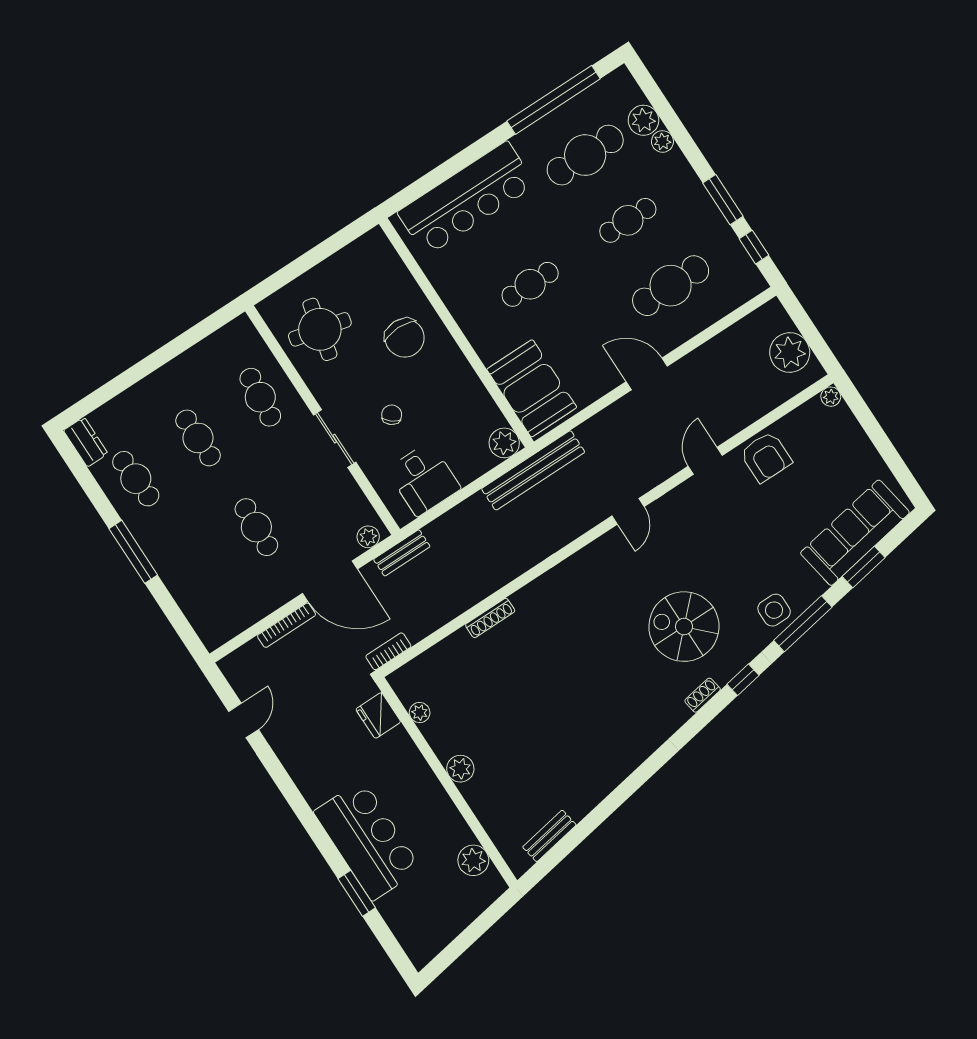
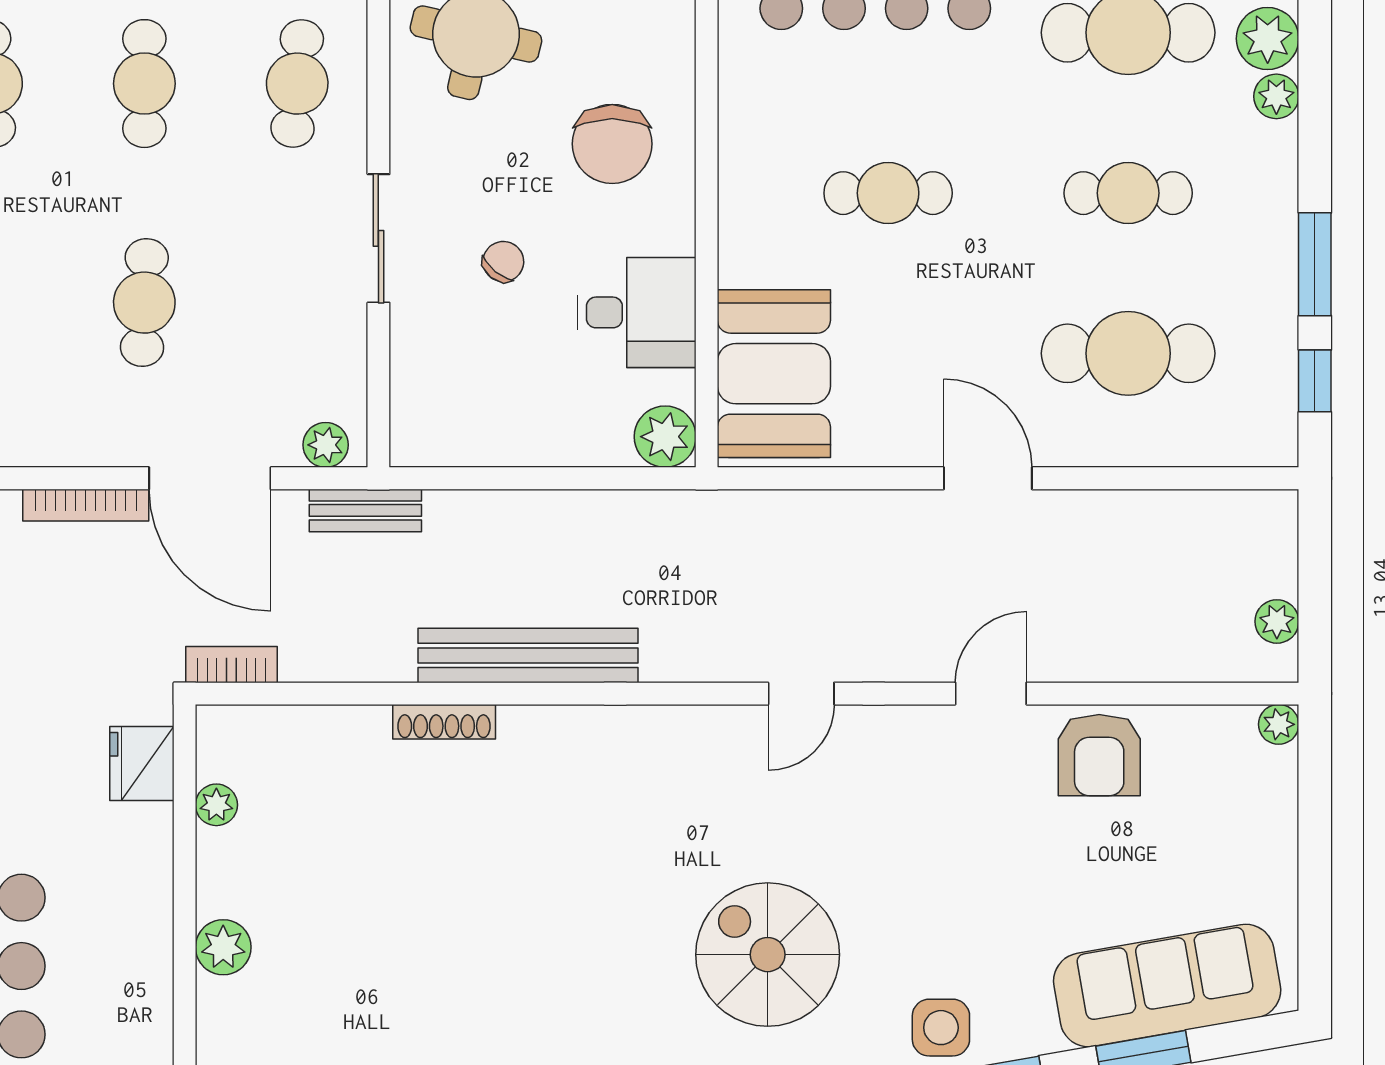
plant: (790, 353) -> (1277, 621), width x0.53, depth x0.53
bench: (533, 470) -> (528, 655), moved
desk: (424, 479) -> (637, 312), moved, turned -90

